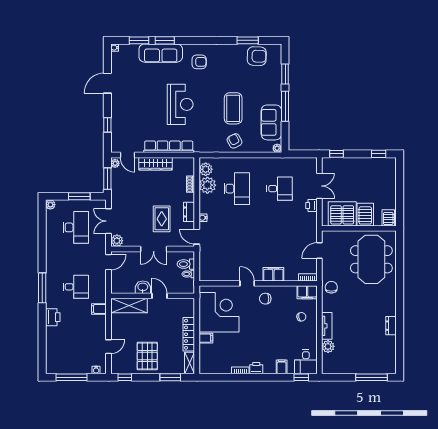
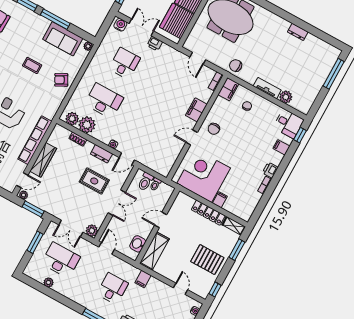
coffee table: (233, 108) -> (32, 65), width x0.54, depth x0.58
water cooler: (312, 166) -> (120, 25), added
plant: (50, 205) -> (49, 282), moved
washbasin: (143, 287) -> (138, 244), moved

